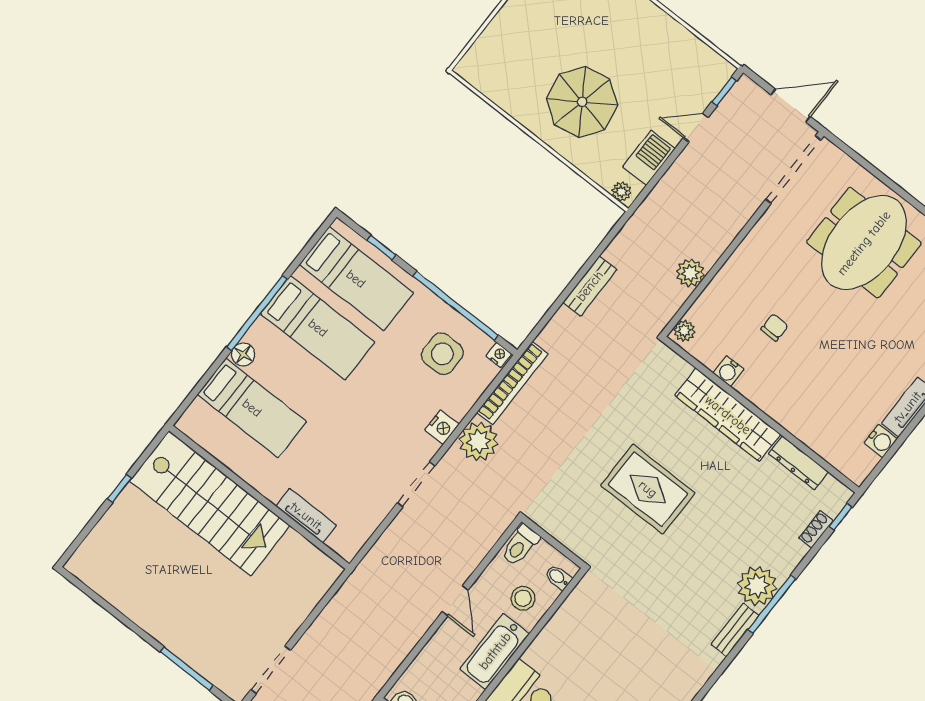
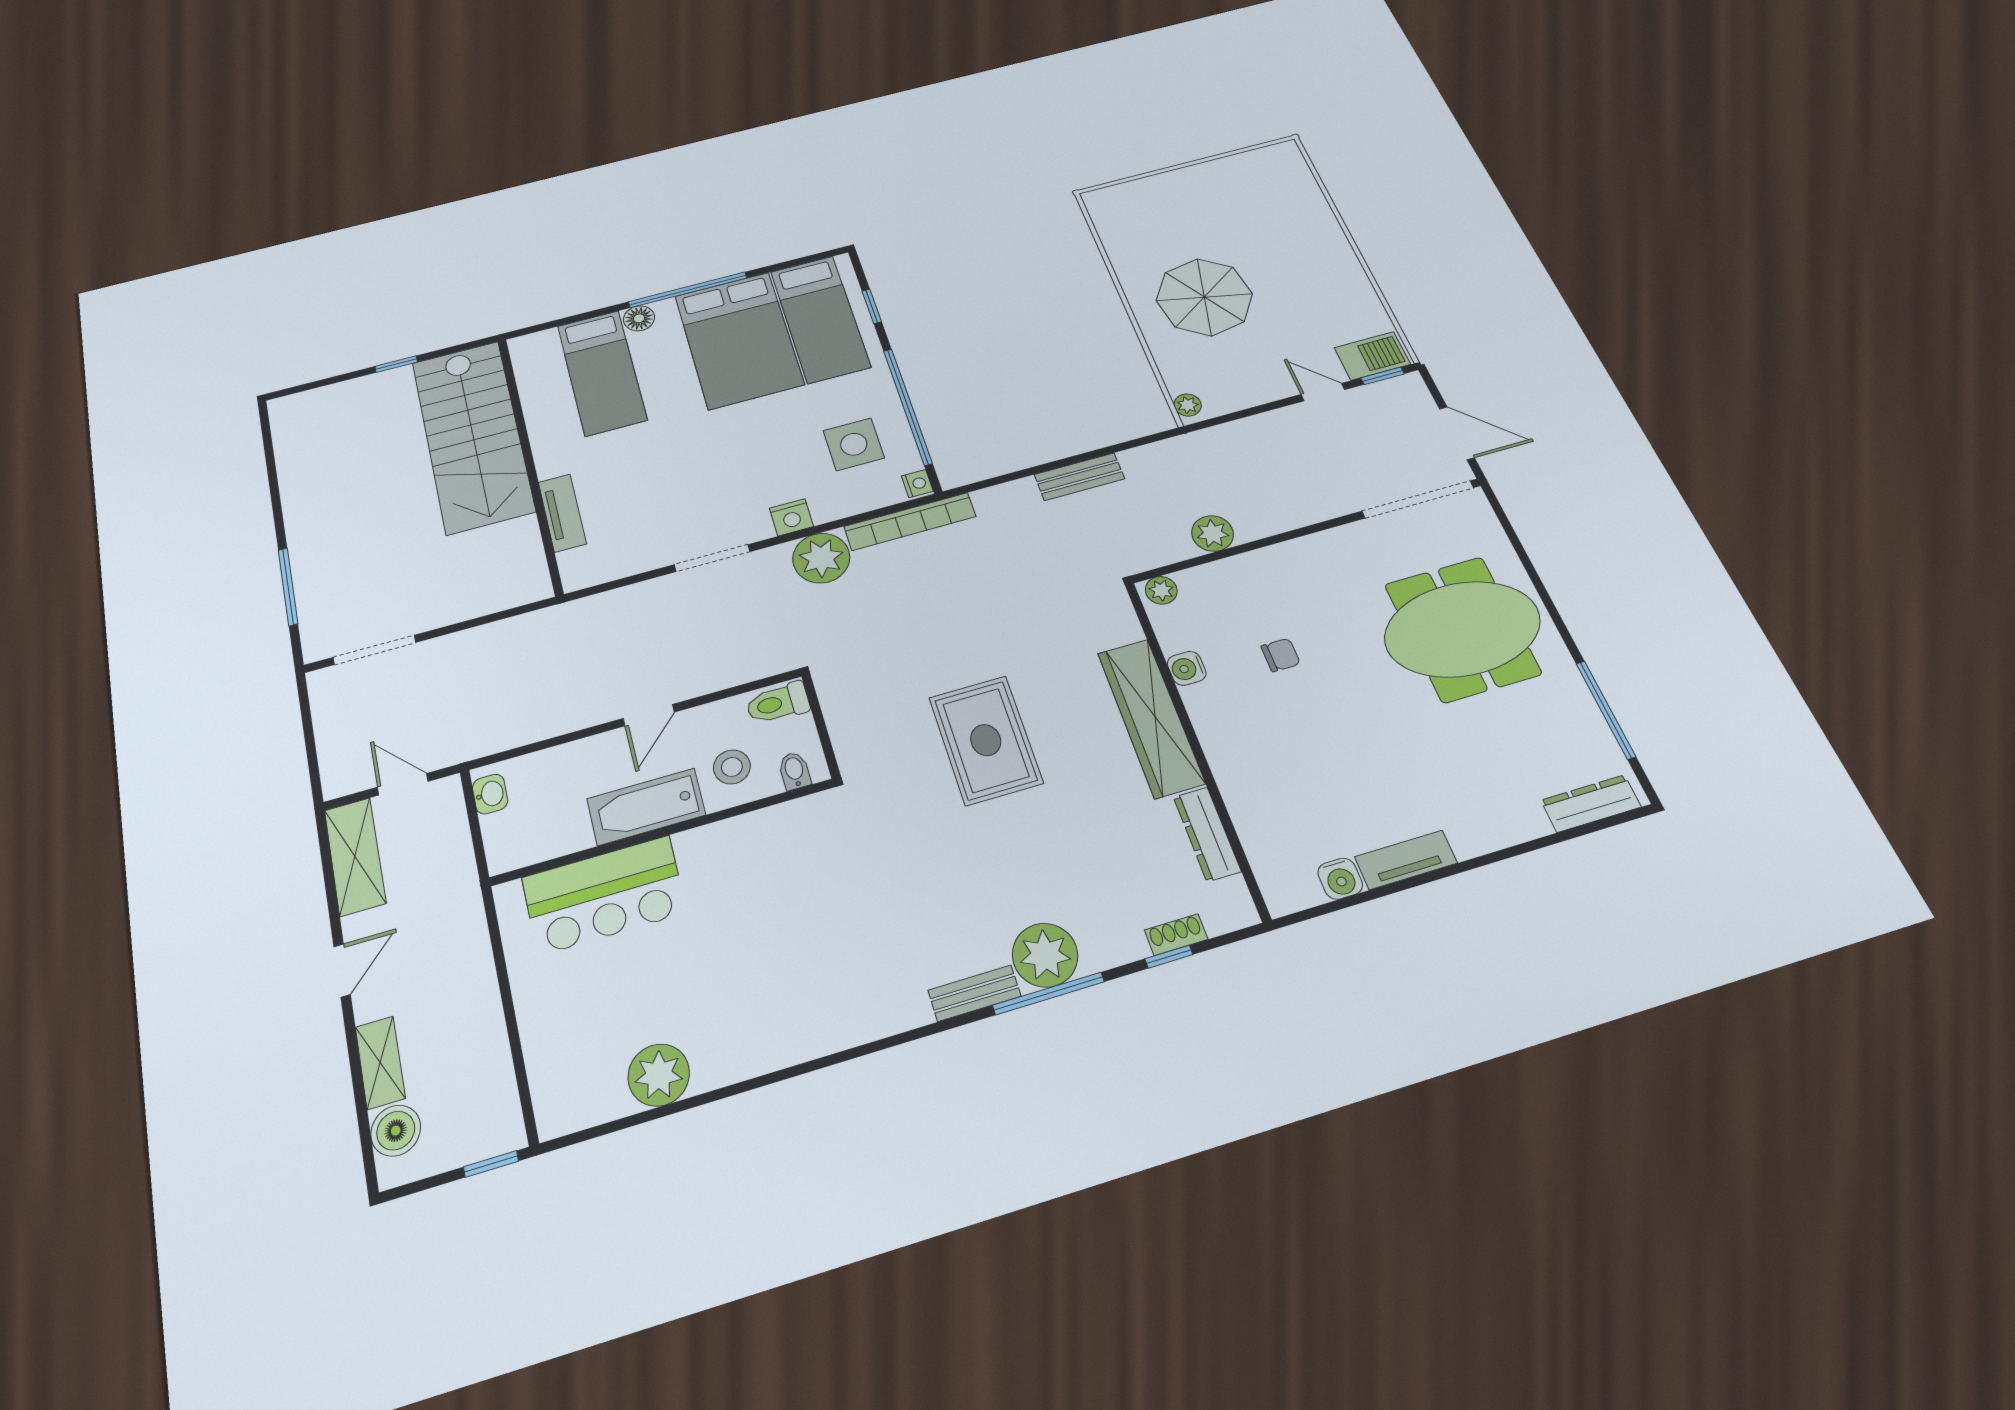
barbecue: (649, 158) -> (1372, 356), moved
bed: (318, 328) -> (739, 340), width x1.50
window: (841, 517) -> (1169, 957), moved

